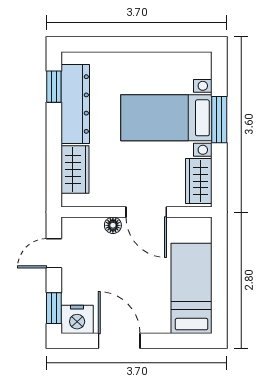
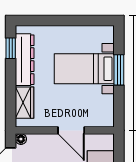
wardrobe: (199, 181) -> (106, 110), removed
floor lamp: (113, 225) -> (21, 139), moved

